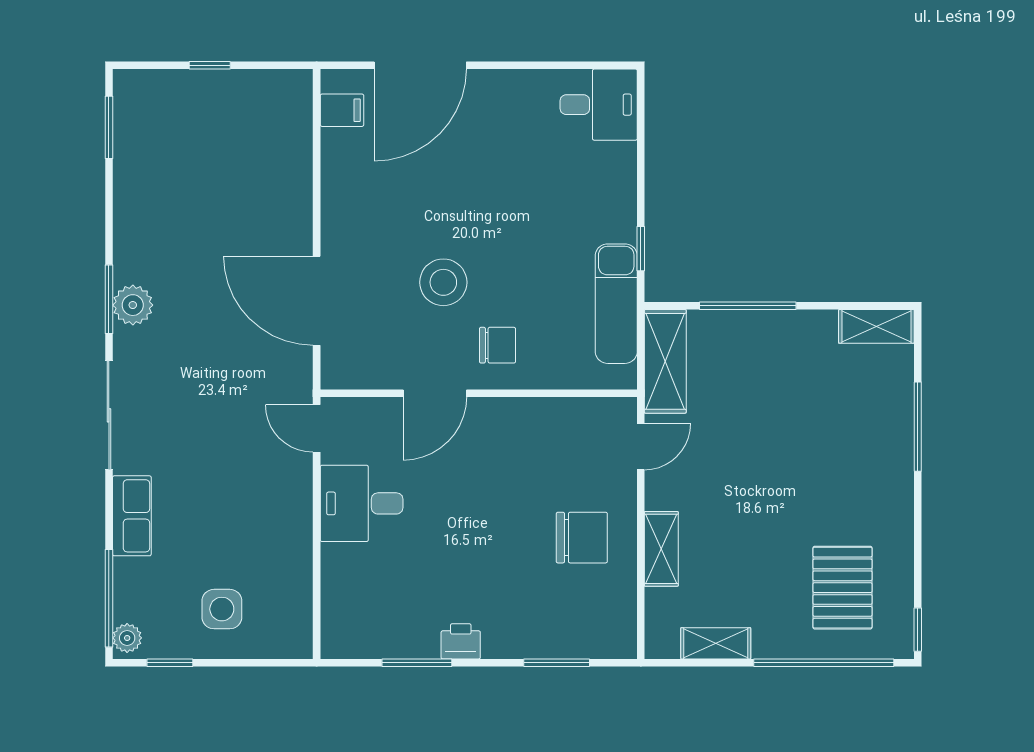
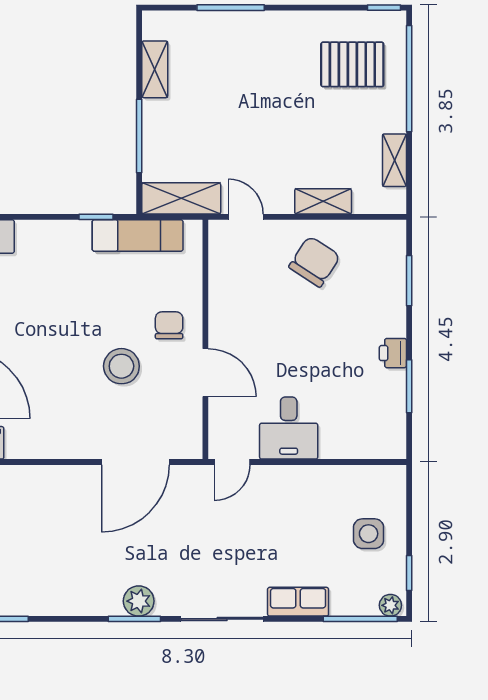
shelving: (876, 326) -> (155, 69), moved
chair: (582, 538) -> (314, 262), turned 33

